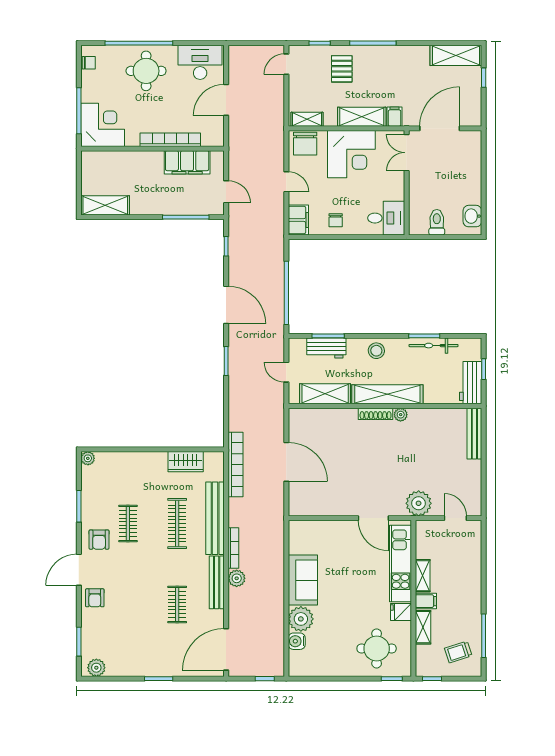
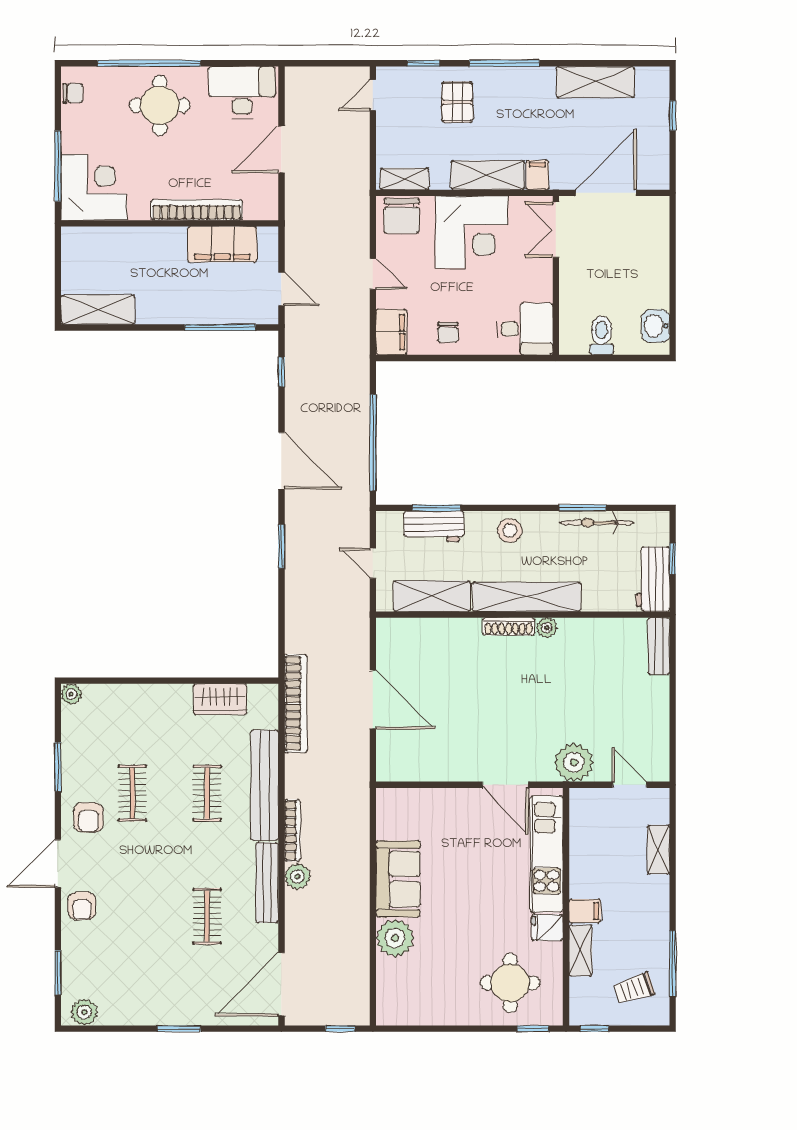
shelving: (456, 55) -> (596, 82), moved
bench: (474, 434) -> (659, 646), width x0.73
clothes rail: (177, 524) -> (207, 793), width x0.73
shelving: (423, 576) -> (659, 850), moved
water cooler: (297, 641) -> (389, 972), removed

